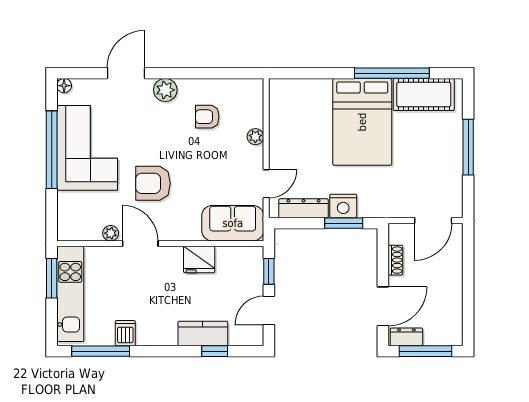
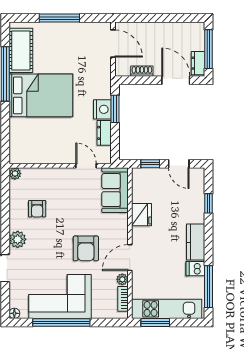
plant: (255, 137) -> (15, 174), moved
dresser: (303, 208) -> (104, 133), width x0.70
bookcase: (84, 234) -> (123, 299), added
kitchen counter: (203, 334) -> (196, 242), moved

